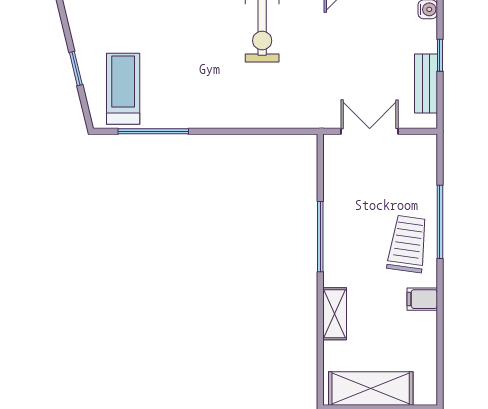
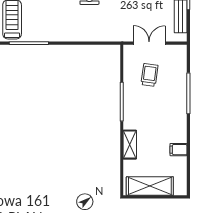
trolley: (408, 244) -> (150, 75), moved, width x0.73, depth x0.72
filing cabinet: (422, 299) -> (178, 150), moved

